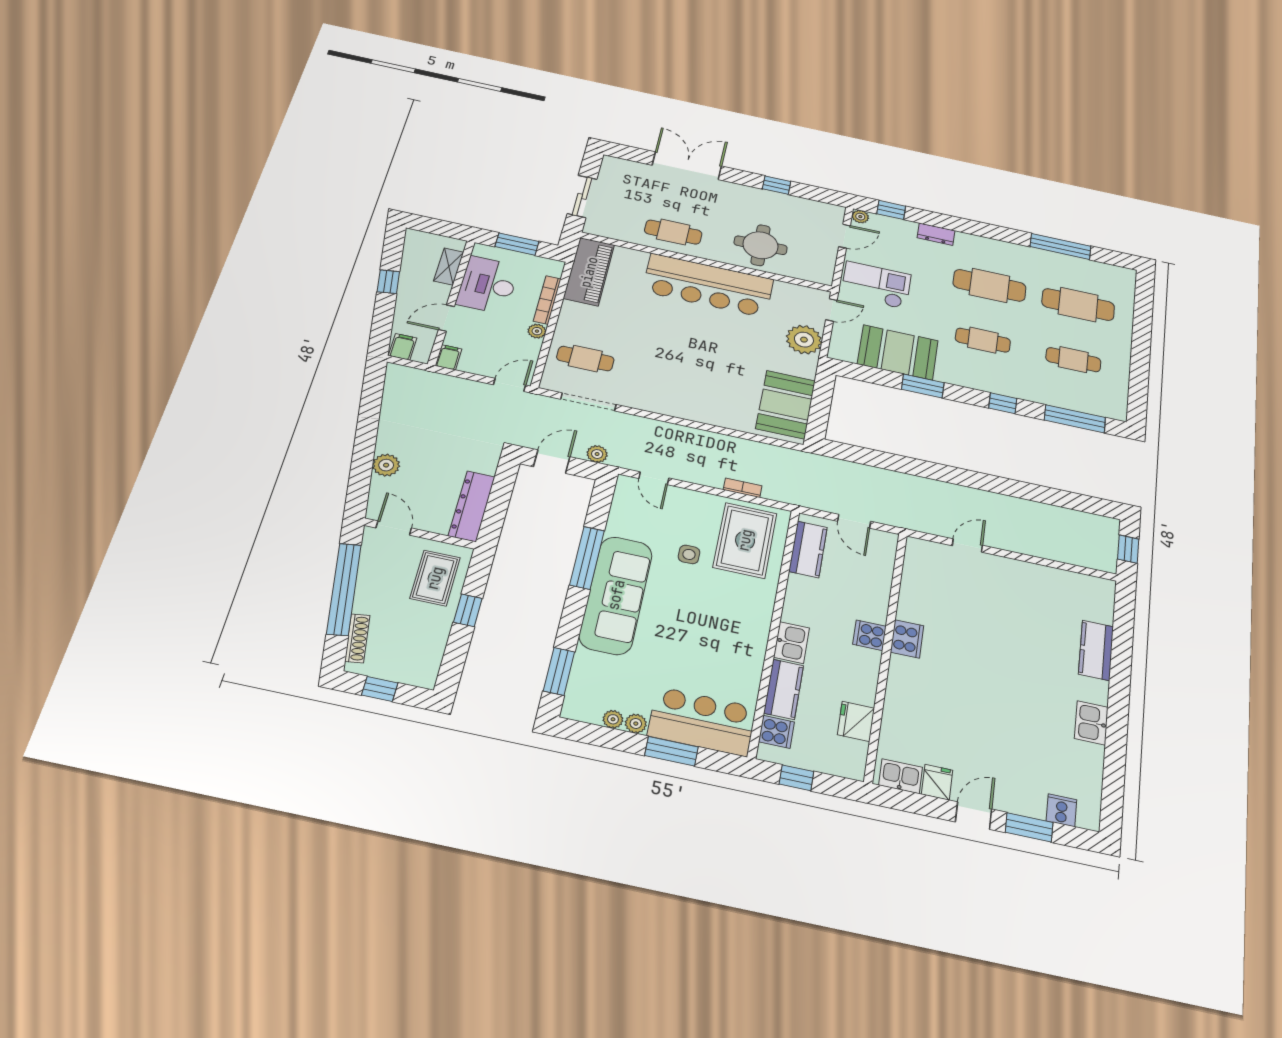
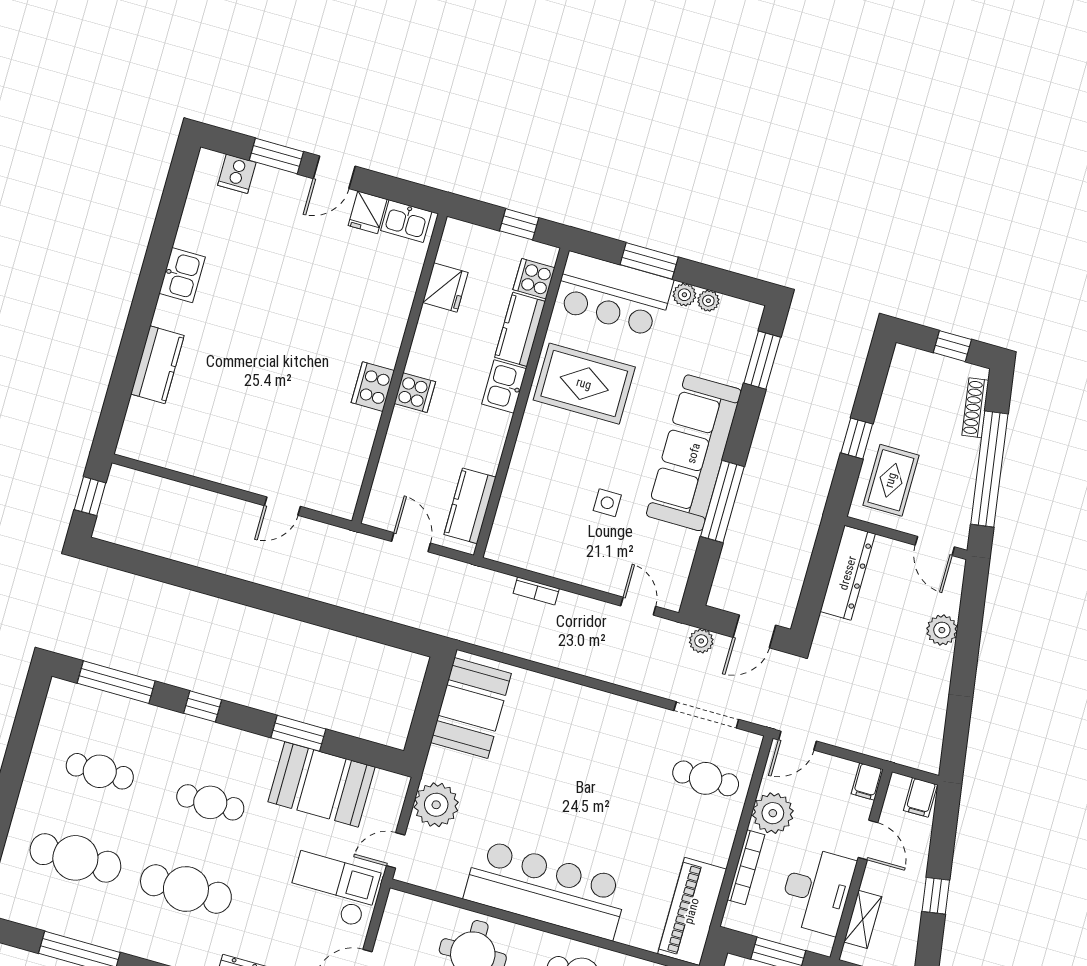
checkout: (876, 285) -> (333, 890), turned 180
door: (446, 318) -> (868, 840), hinge flipped
plant: (537, 331) -> (773, 813), width x1.88, depth x1.88
rug: (745, 540) -> (584, 384), moved, turned 90

